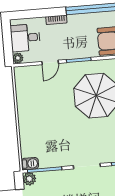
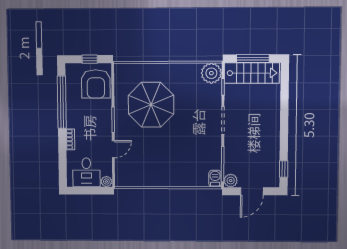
door: (50, 62) -> (113, 149), hinge flipped

